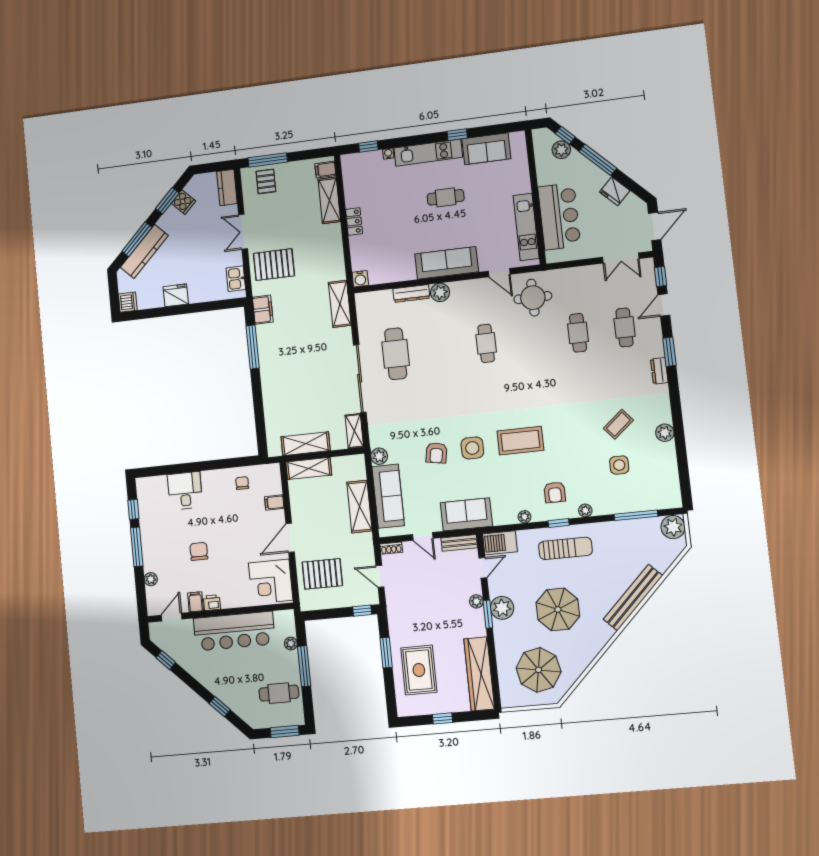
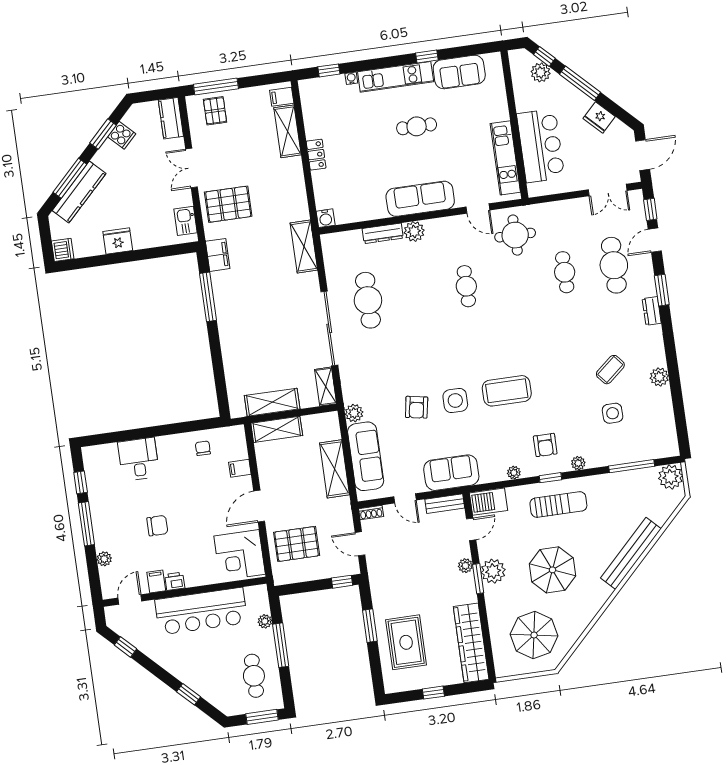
cafe table: (625, 327) -> (614, 265), width x1.37, depth x1.35
chair: (199, 551) -> (157, 526), turned 90
cafe table: (279, 693) -> (254, 676), turned 90

